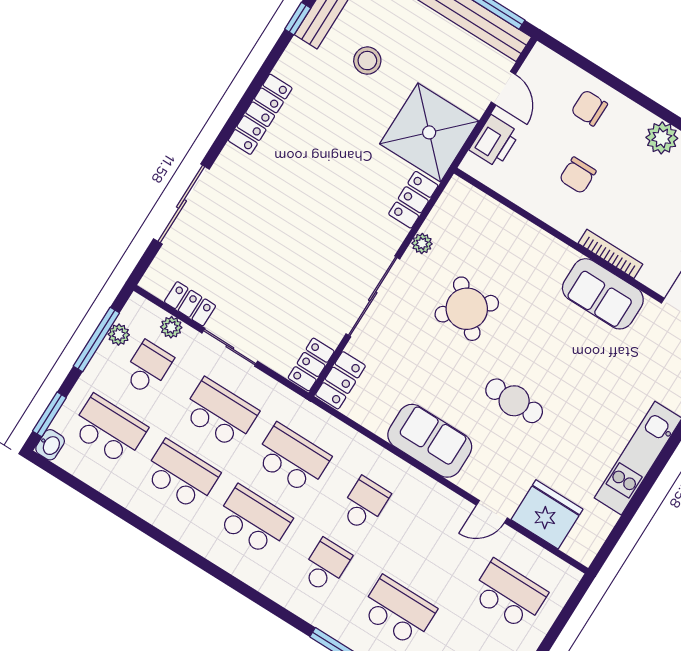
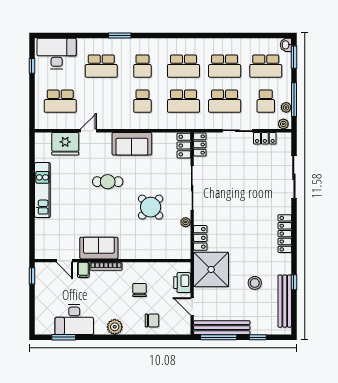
filing cabinet: (654, 273) -> (83, 270), added
plant: (171, 327) -> (283, 124), moved

